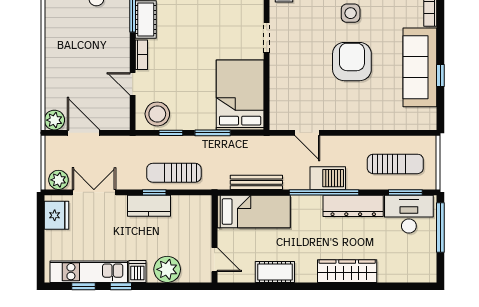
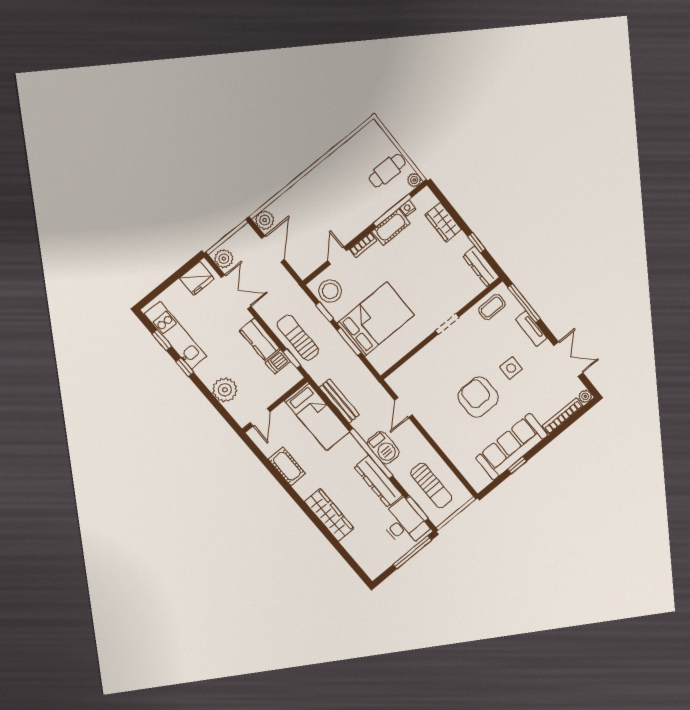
armchair: (352, 62) -> (478, 397), turned -90
bed: (240, 95) -> (376, 319), moved
window: (154, 192) -> (292, 359), moved
dishwasher: (137, 272) -> (278, 362), moved, turned 180

